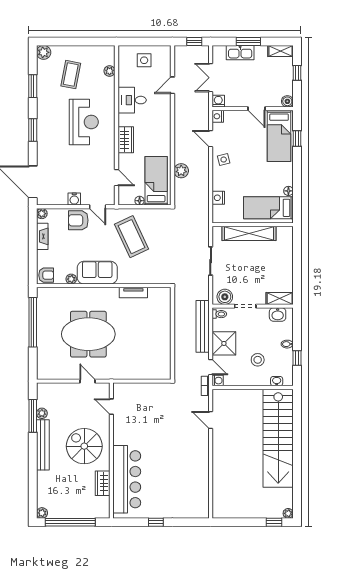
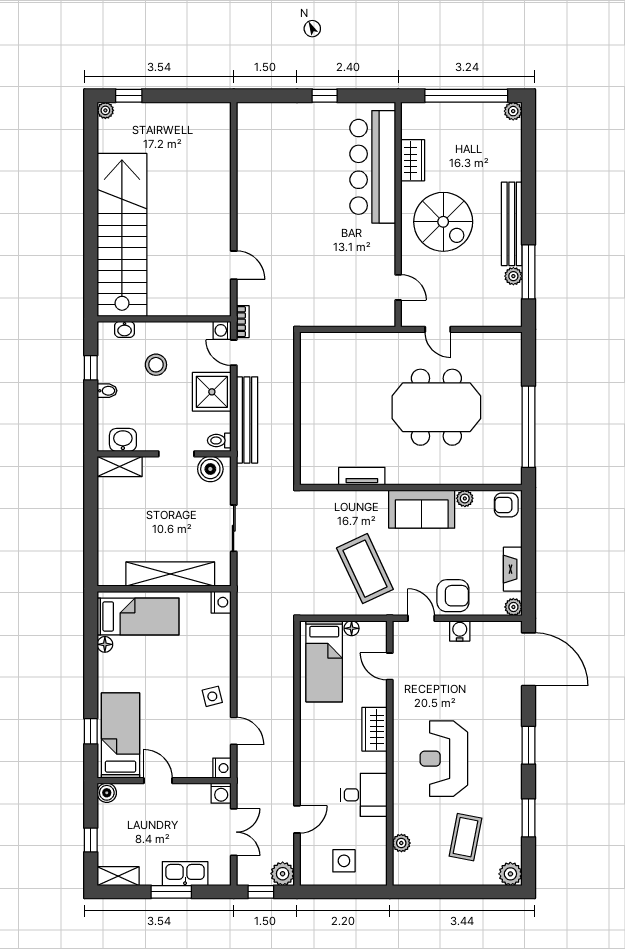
plant: (181, 171) -> (283, 874), moved
nightstand: (218, 198) -> (221, 602), moved

